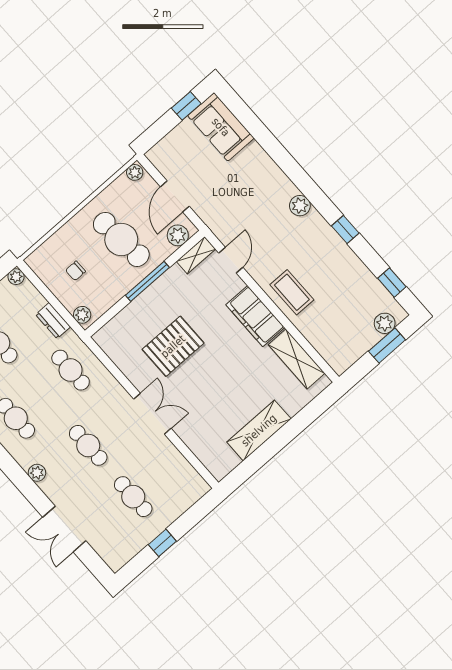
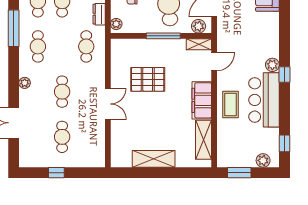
window: (345, 230) -> (284, 75), moved
bar counter: (325, 254) -> (264, 100), added
window: (387, 346) -> (239, 173), moved

